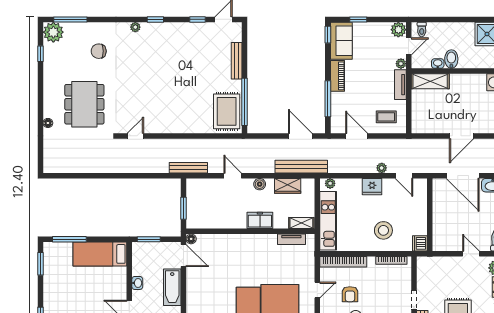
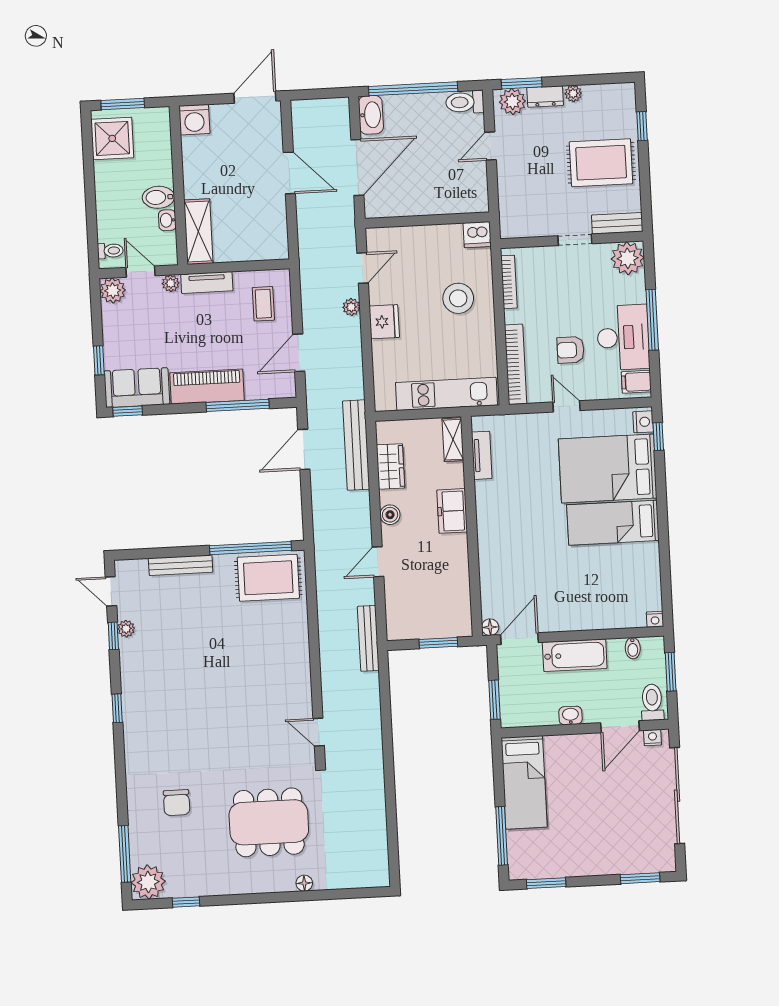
plant: (135, 27) -> (126, 629), moved
piano: (337, 76) -> (207, 387), width x1.37, depth x1.33
plant: (330, 183) -> (382, 394), removed
armchair: (350, 294) -> (571, 350), turned 180

